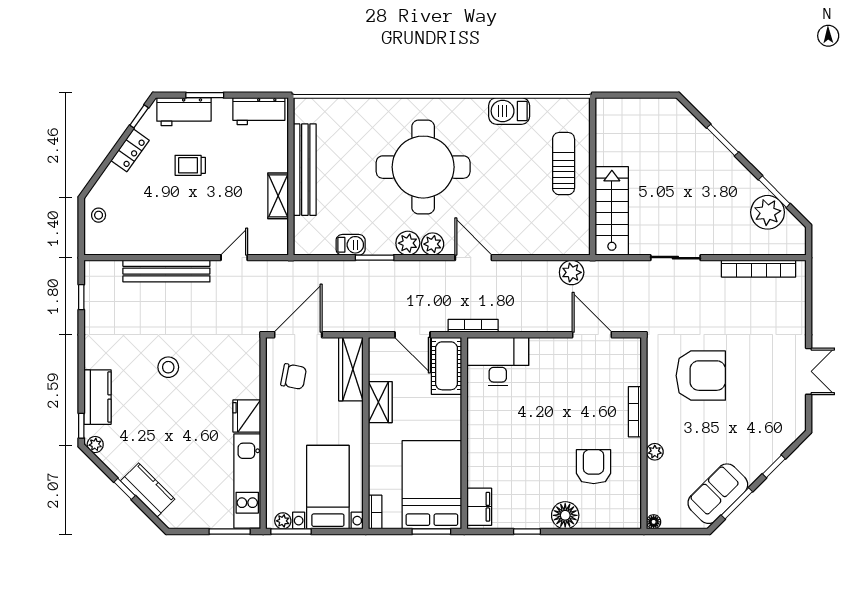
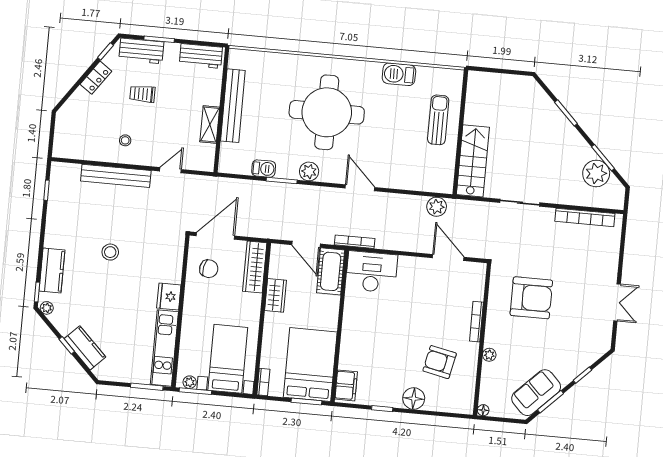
stool: (99, 215) -> (125, 140), moved
plant: (433, 244) -> (329, 174), removed
armchair: (594, 467) -> (440, 362), turned -78

